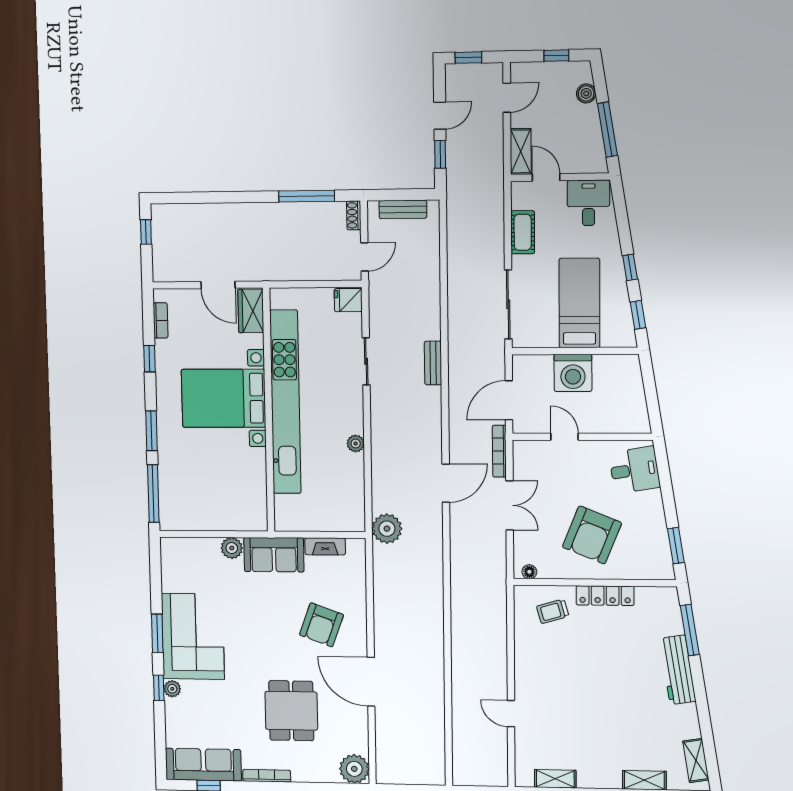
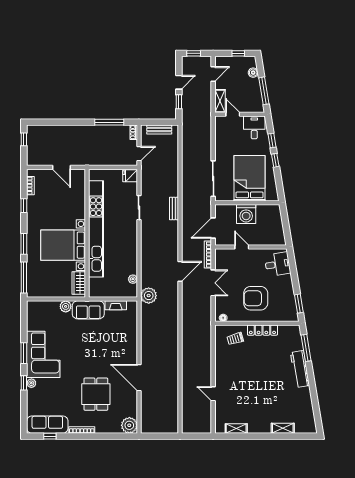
cot: (523, 232) -> (221, 142), removed
bed: (579, 303) -> (250, 178), width x1.50
wardrobe: (251, 311) -> (79, 283), moved
window: (638, 315) -> (272, 140), moved
bed with nightstands: (224, 398) -> (63, 245), moved
plant: (356, 443) -> (133, 279), moved
armchair: (592, 535) -> (256, 298), turned 68
armchair: (321, 625) -> (113, 347), removed
shelving: (696, 760) -> (309, 417), removed

